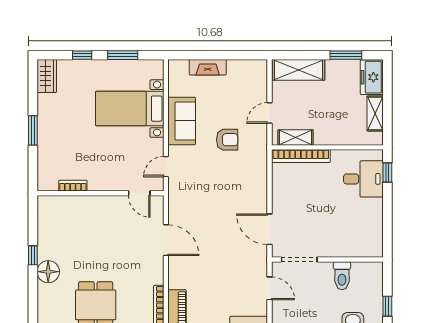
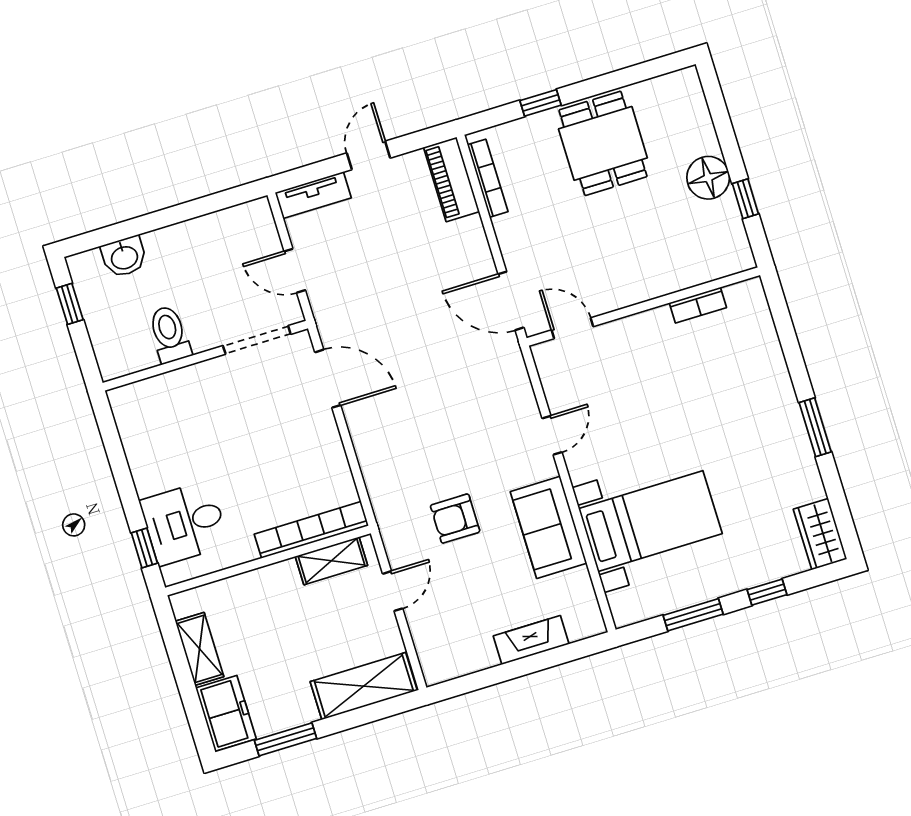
bookcase: (73, 186) -> (698, 305), moved
wall: (100, 193) -> (643, 307), moved
door: (139, 193) -> (572, 328), moved

